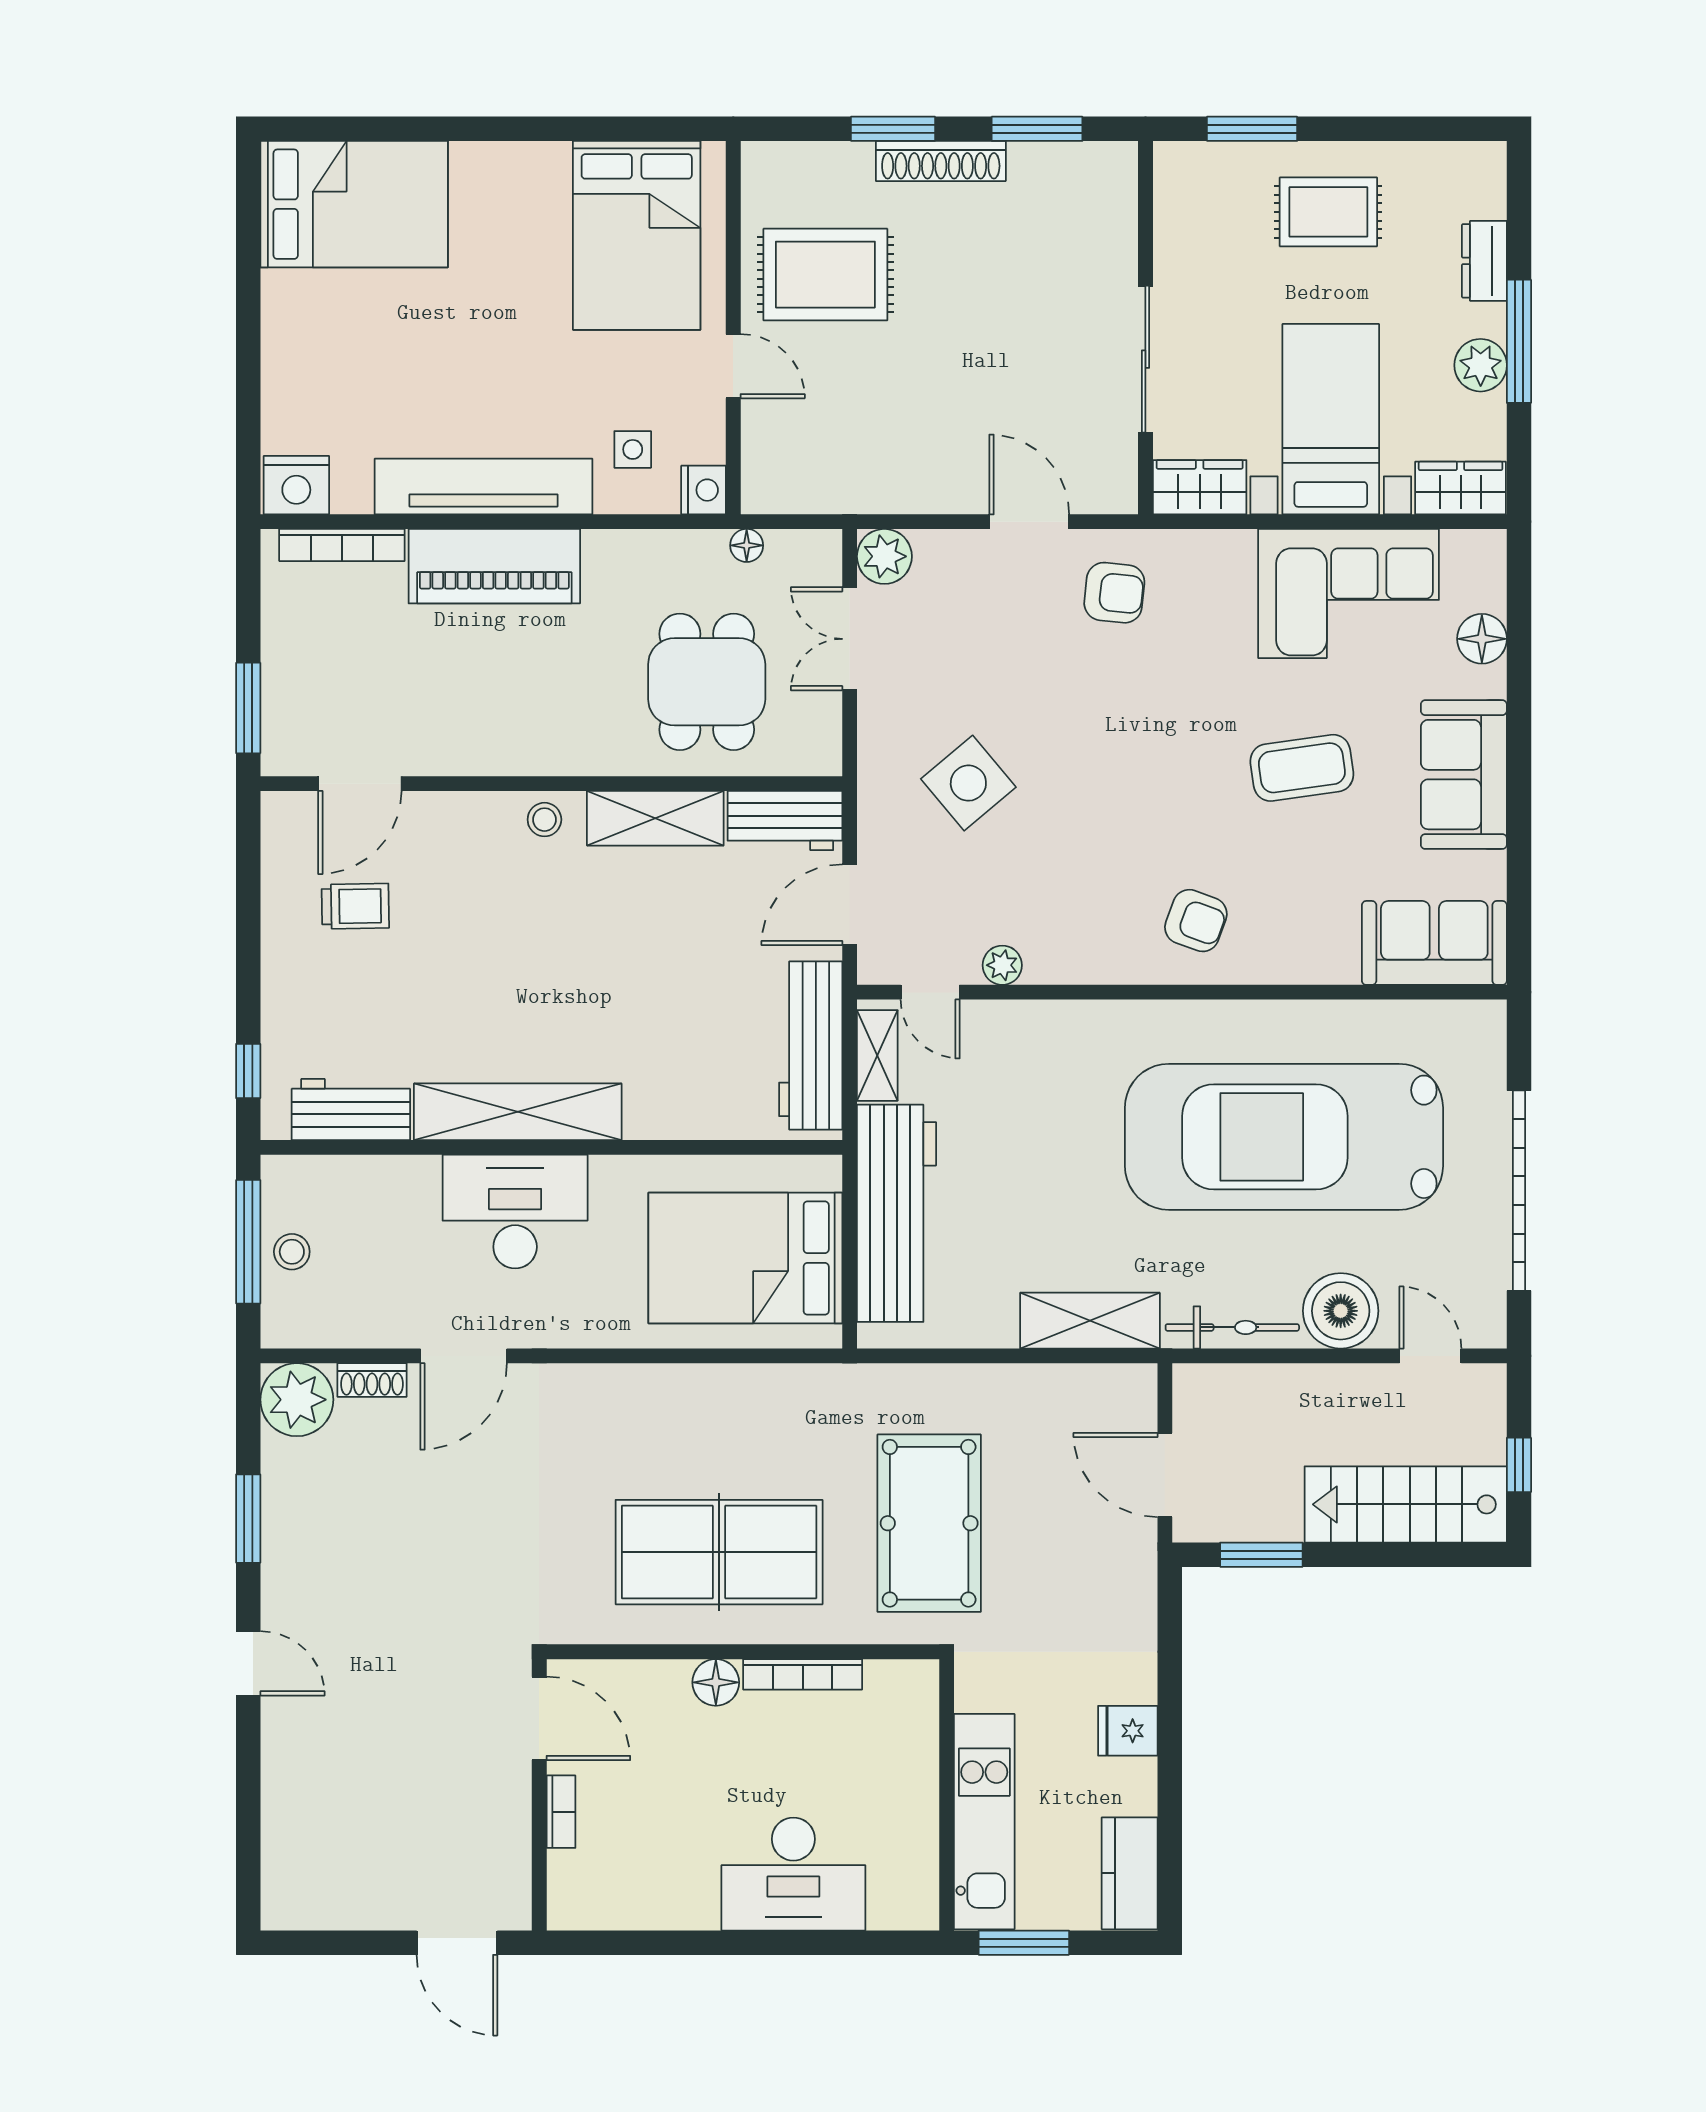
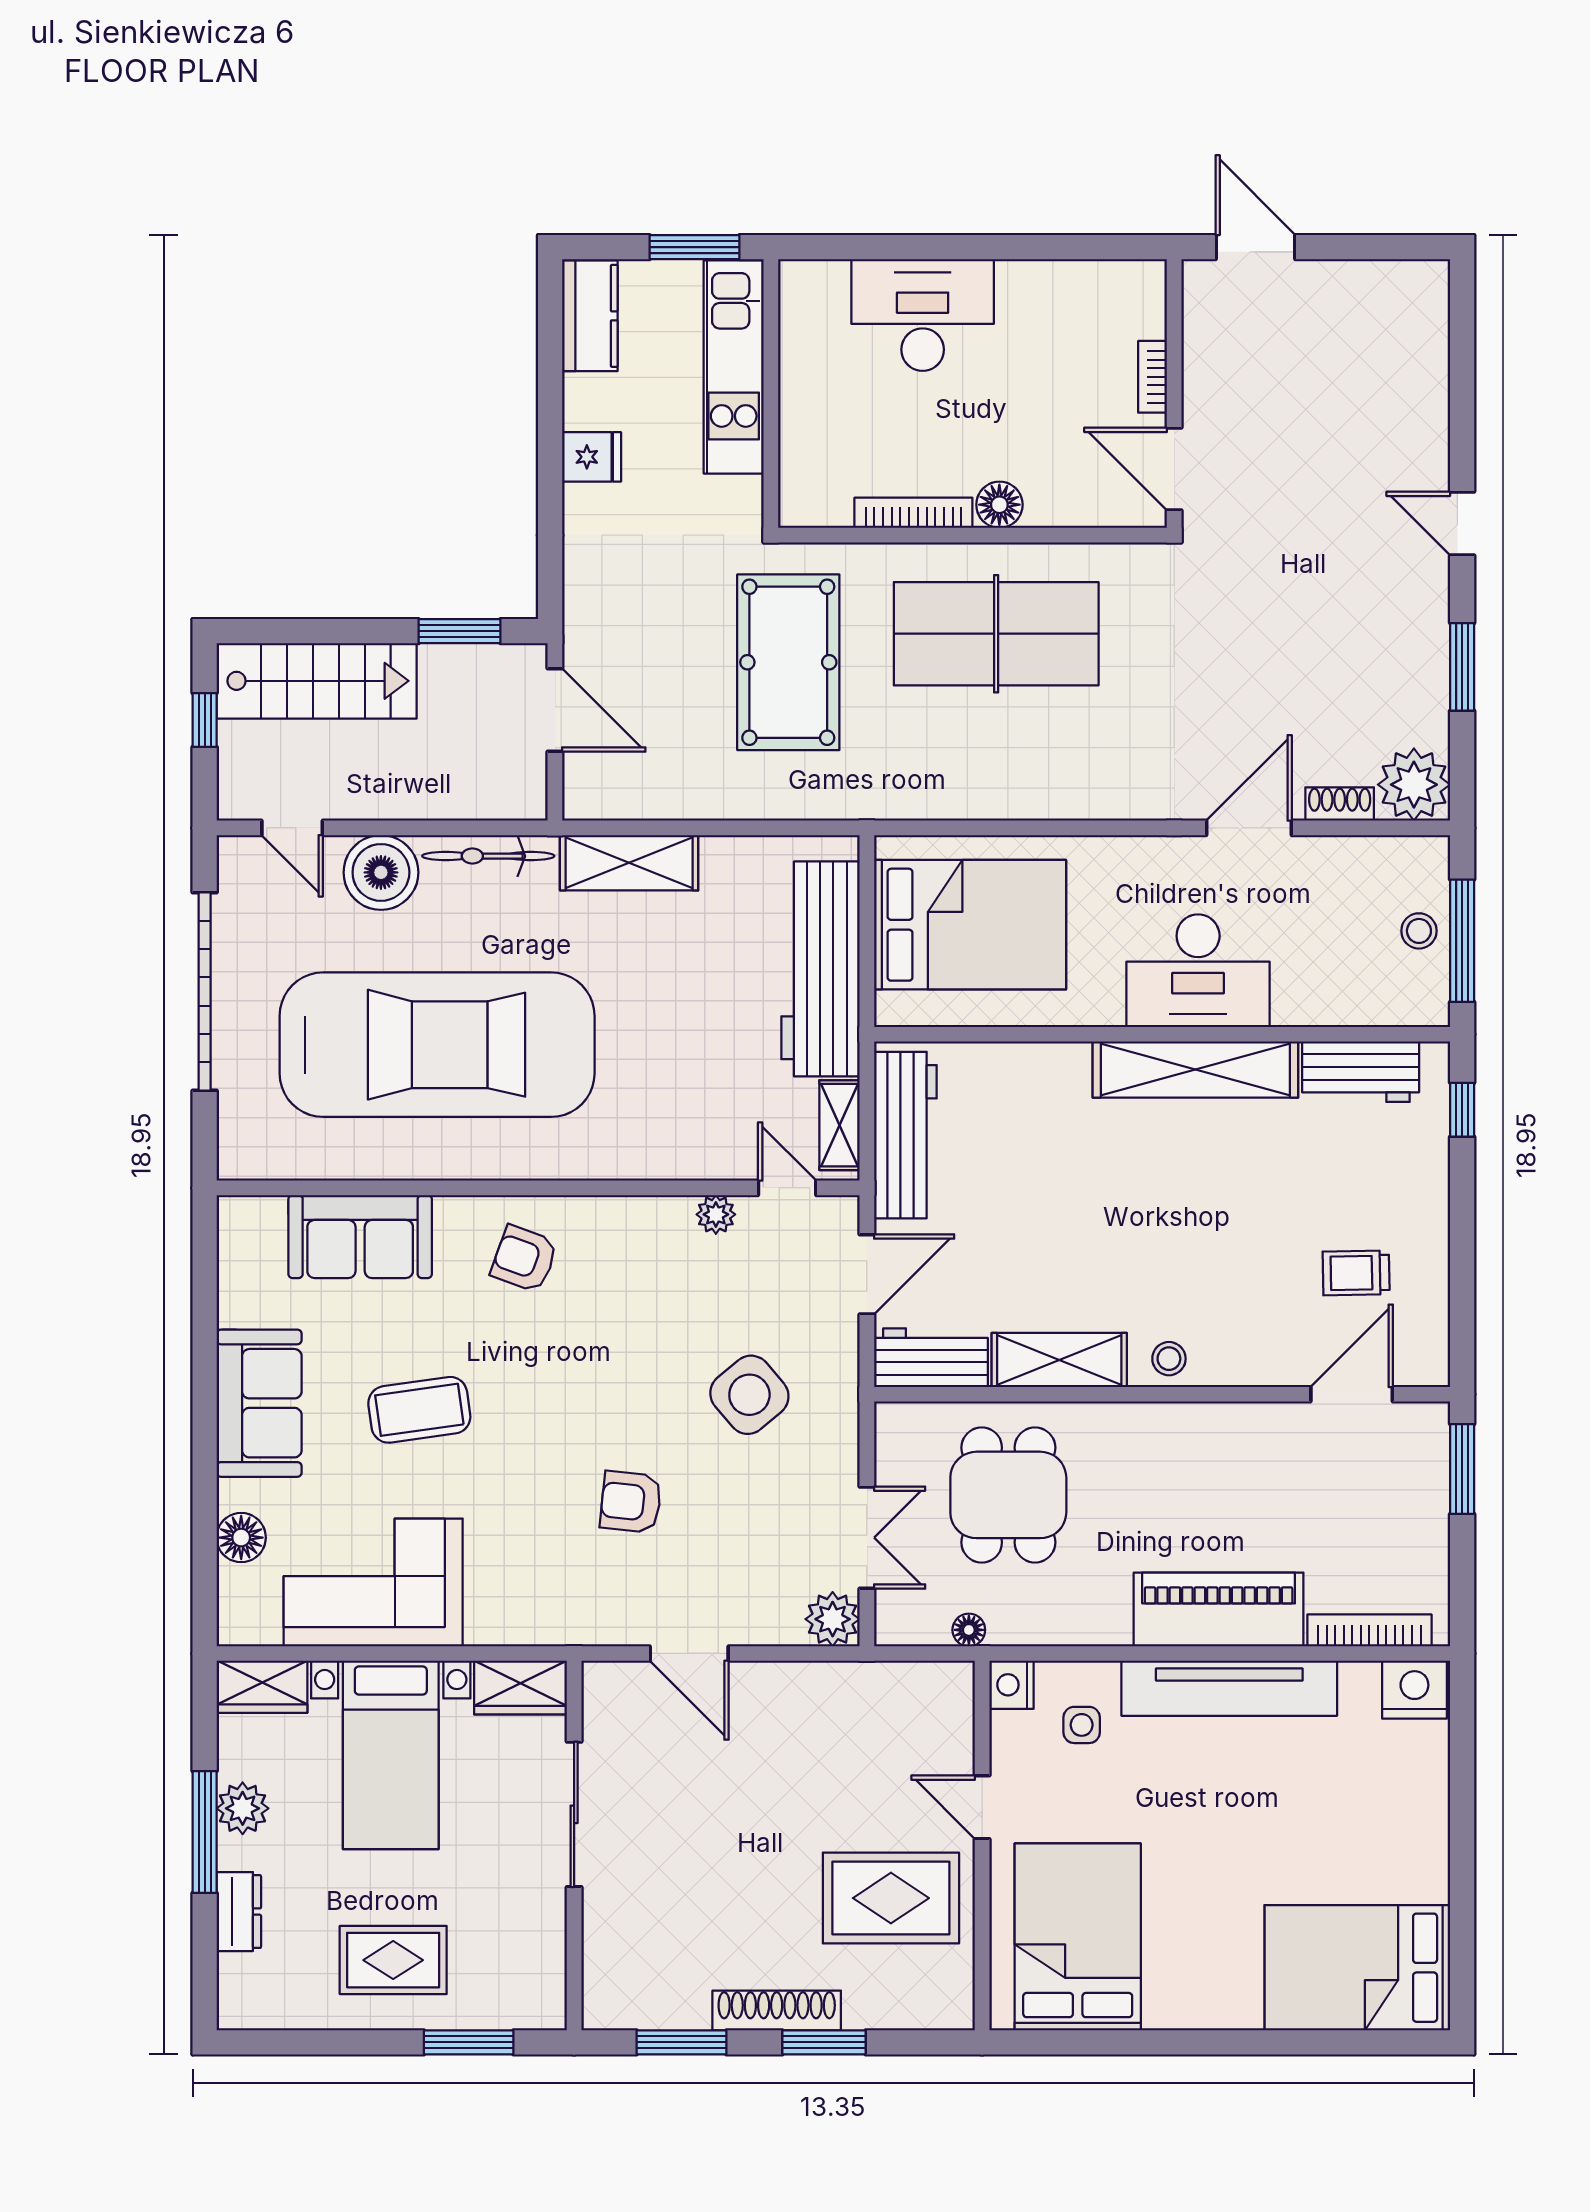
armchair: (1114, 593) -> (631, 1502), moved
sofa: (1434, 943) -> (360, 1237), moved

